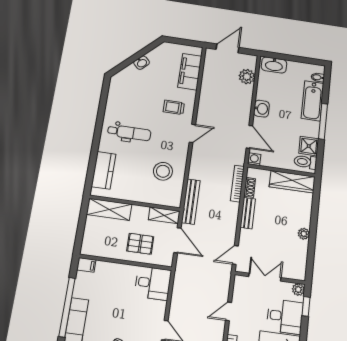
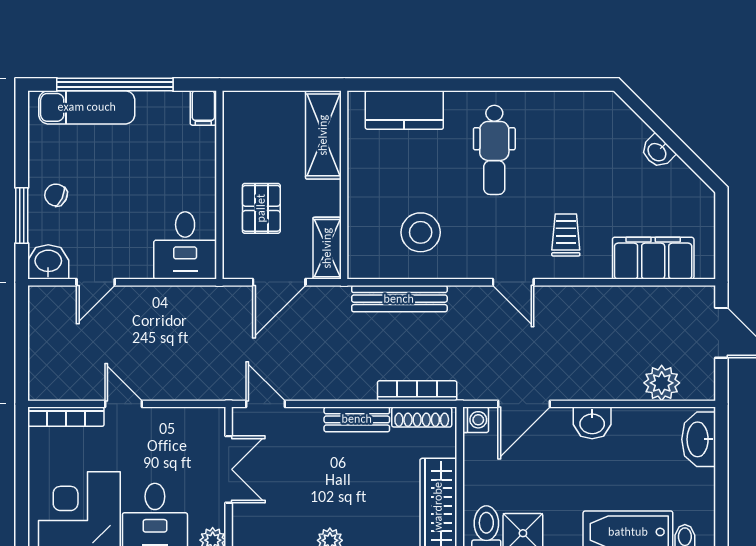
shoe rack: (250, 187) -> (422, 417), width x1.43
bench: (191, 202) -> (399, 299), moved
door: (229, 311) -> (123, 404), moved

